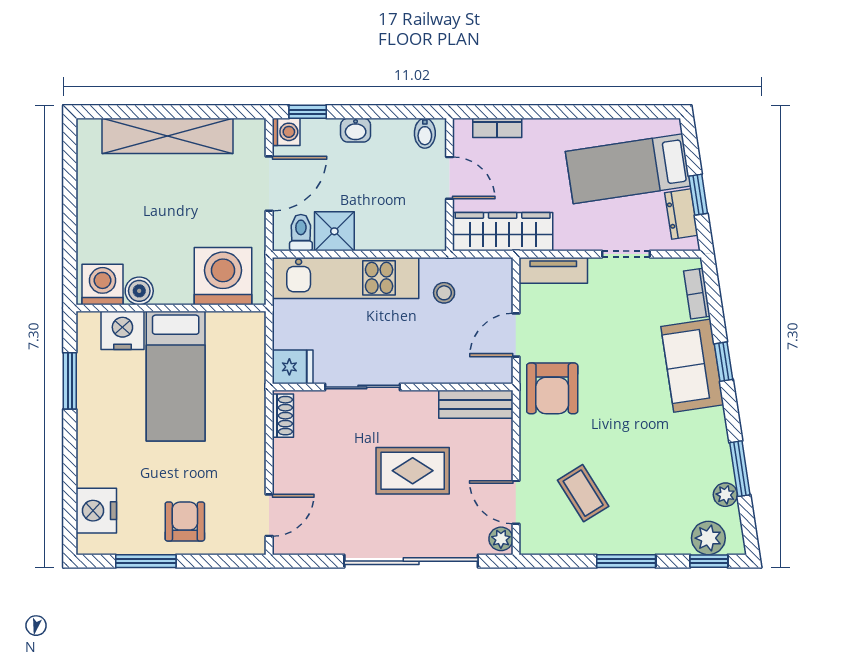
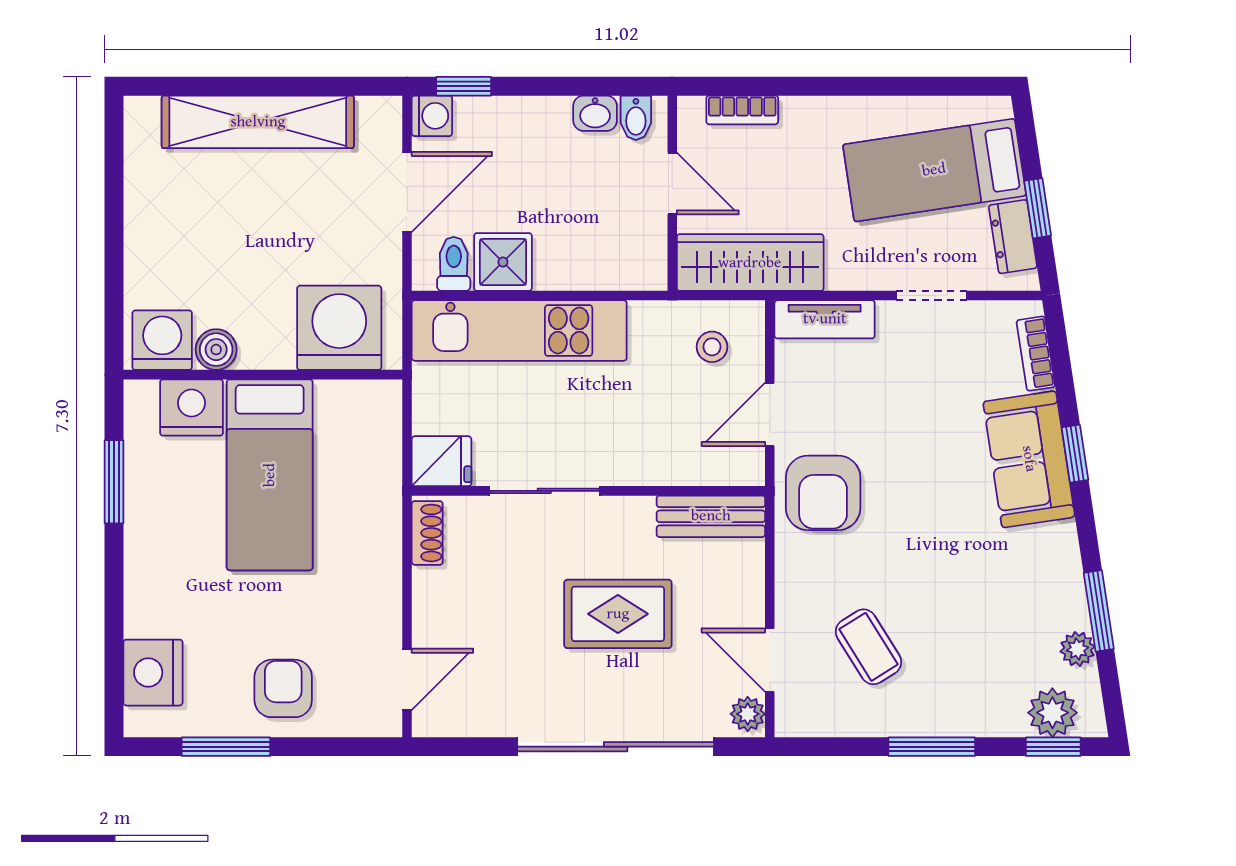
washbasin: (356, 130) -> (595, 113), moved
stool: (444, 293) -> (712, 347), moved

